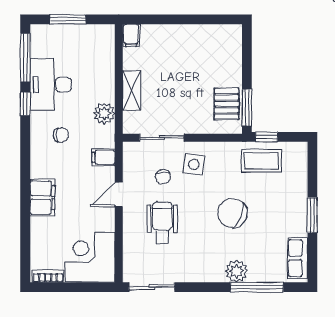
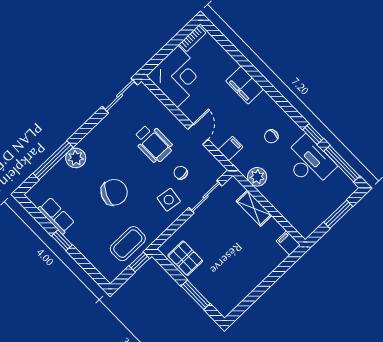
window: (247, 108) -> (196, 295), moved
window: (312, 215) -> (62, 240), width x0.67
row of seats: (298, 258) -> (56, 216), moved

